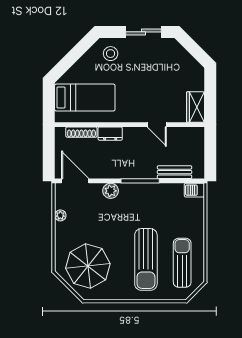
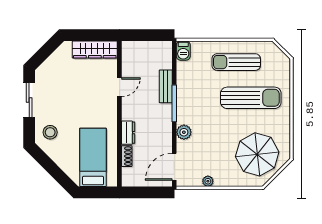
wardrobe: (195, 107) -> (95, 50), width x1.50
shoe rack: (81, 132) -> (127, 156), width x0.70
bench: (174, 172) -> (166, 86), moved
sun lounger: (182, 263) -> (236, 62), moved

